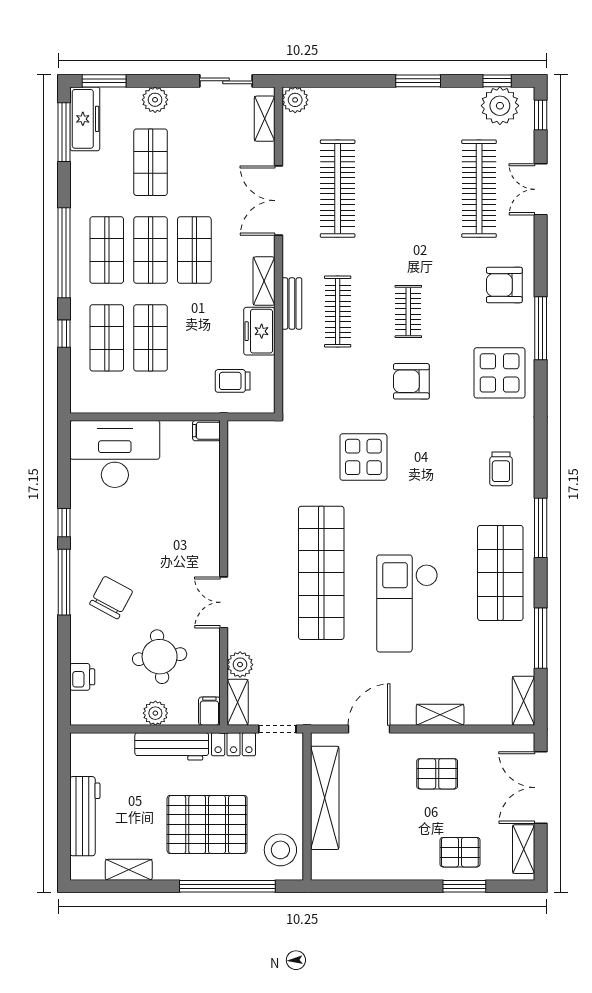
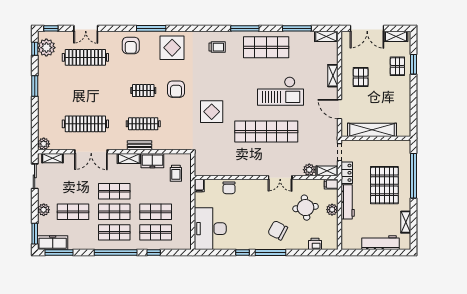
chair: (202, 494) -> (229, 188), added
stool: (280, 850) -> (396, 151), removed

